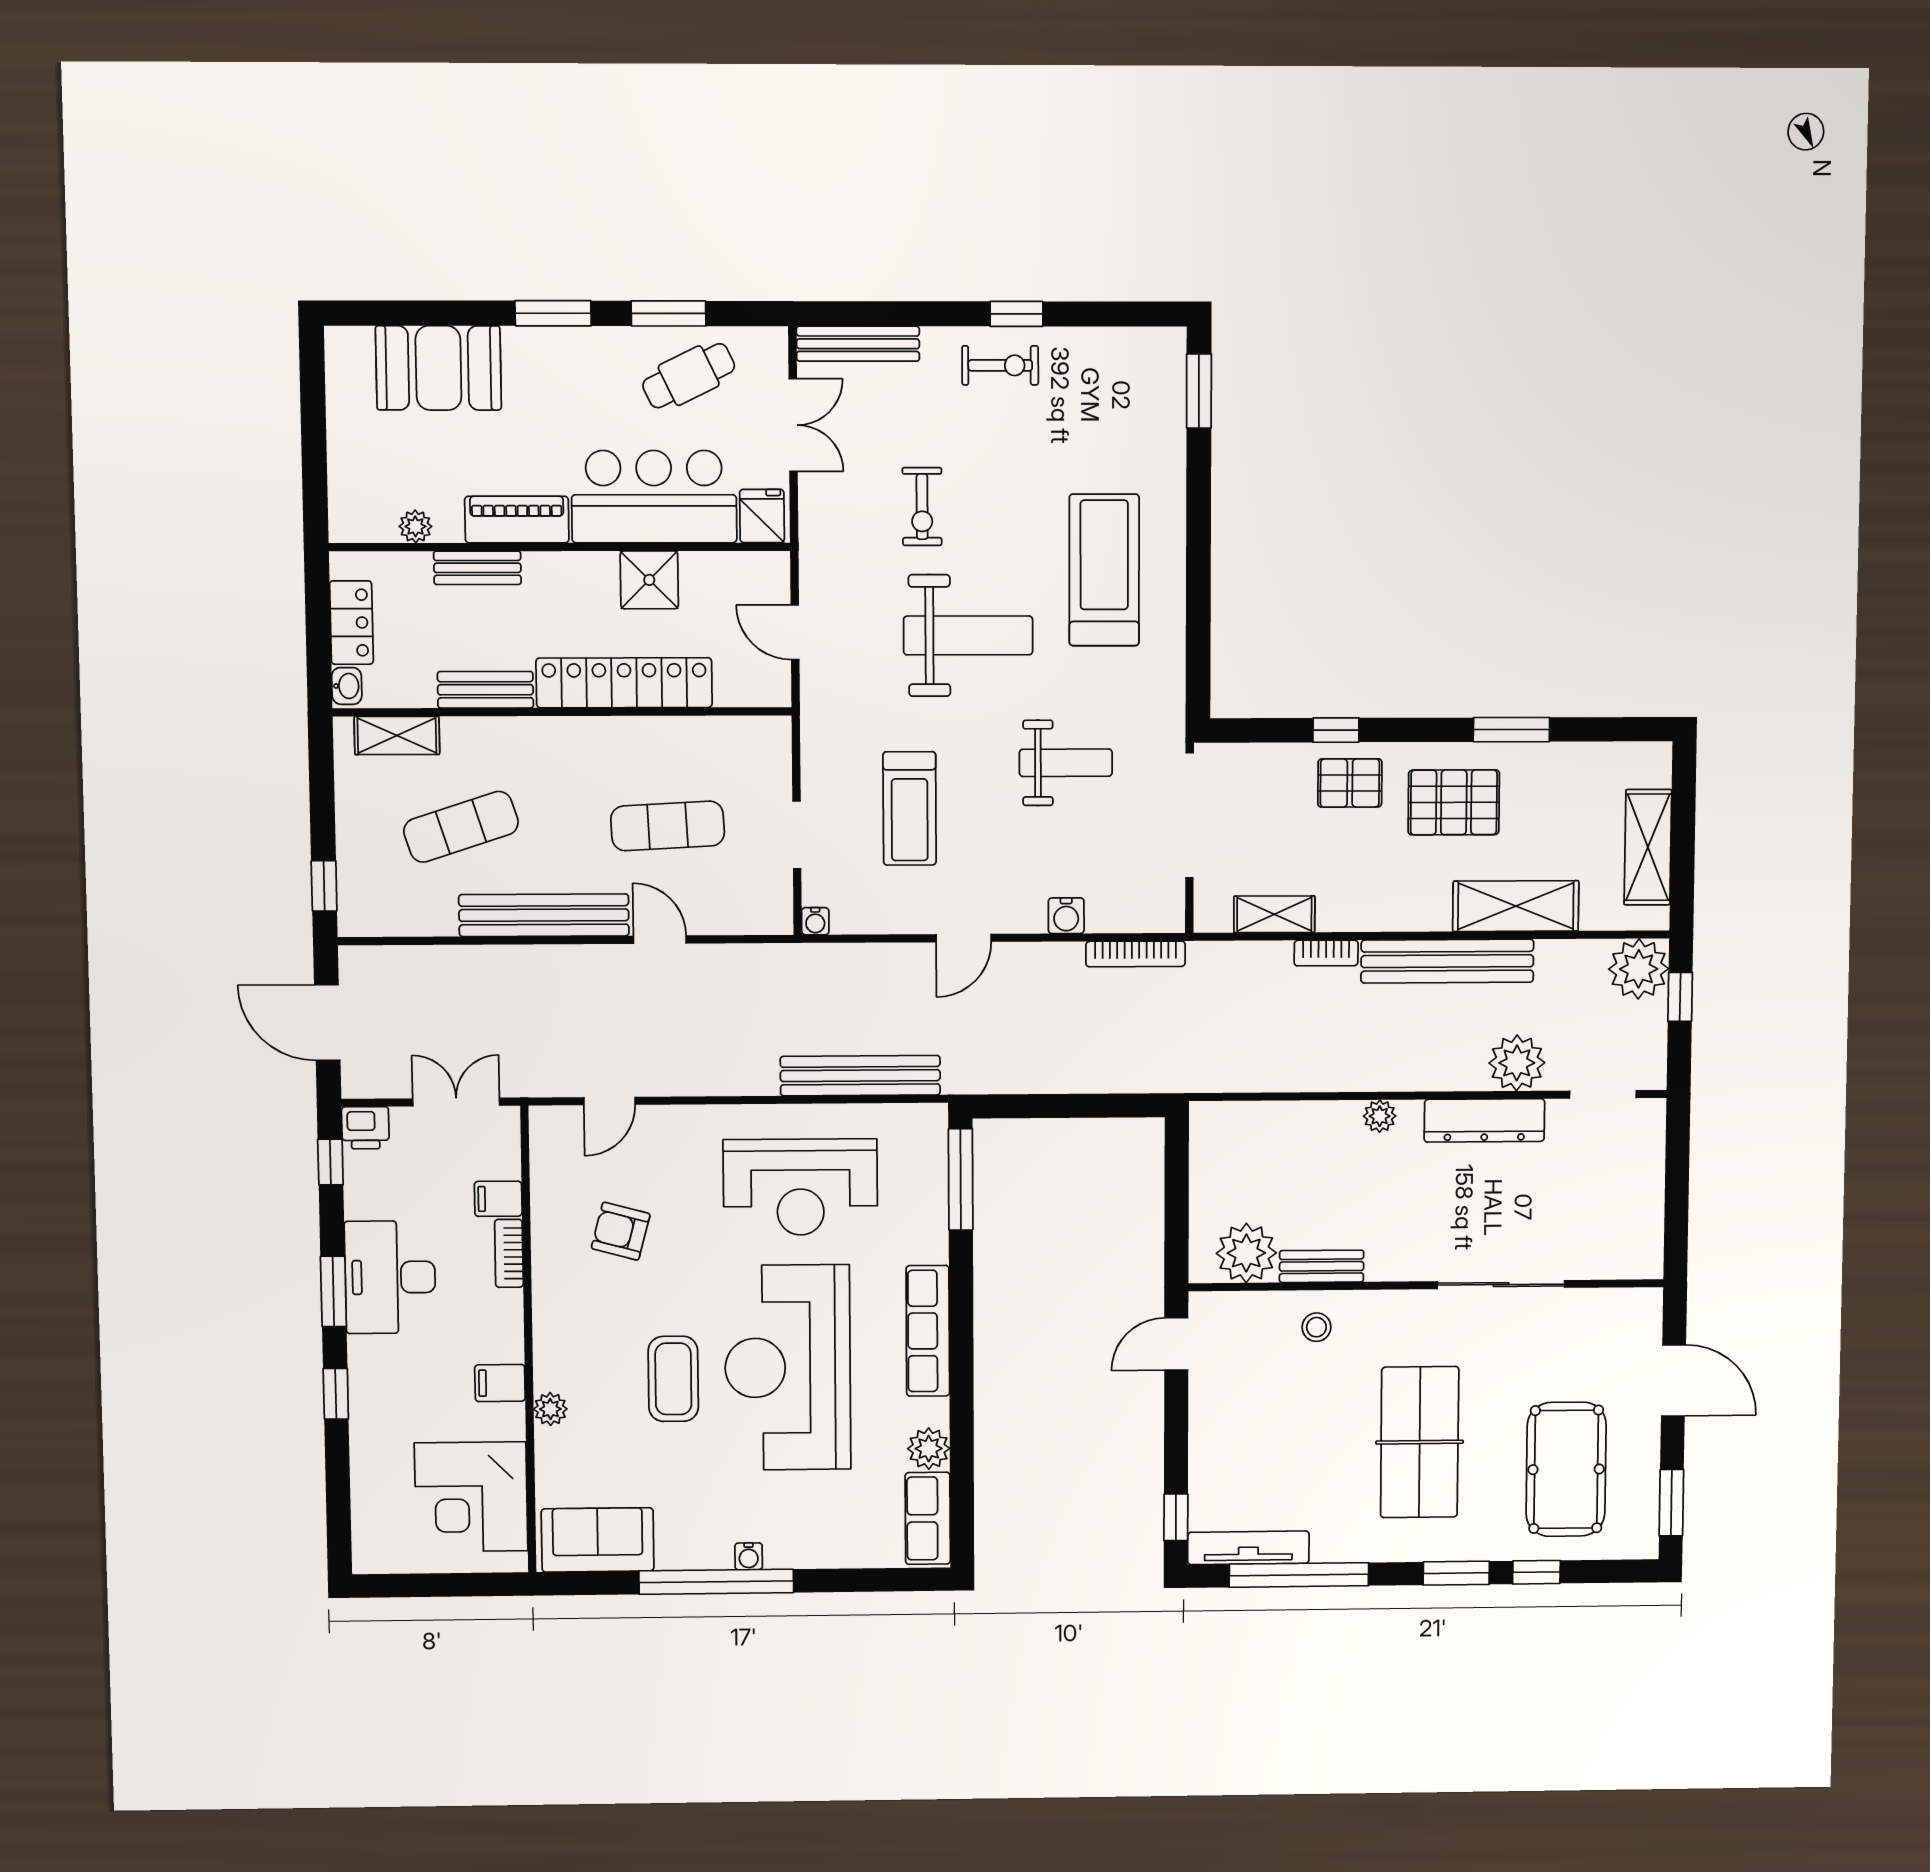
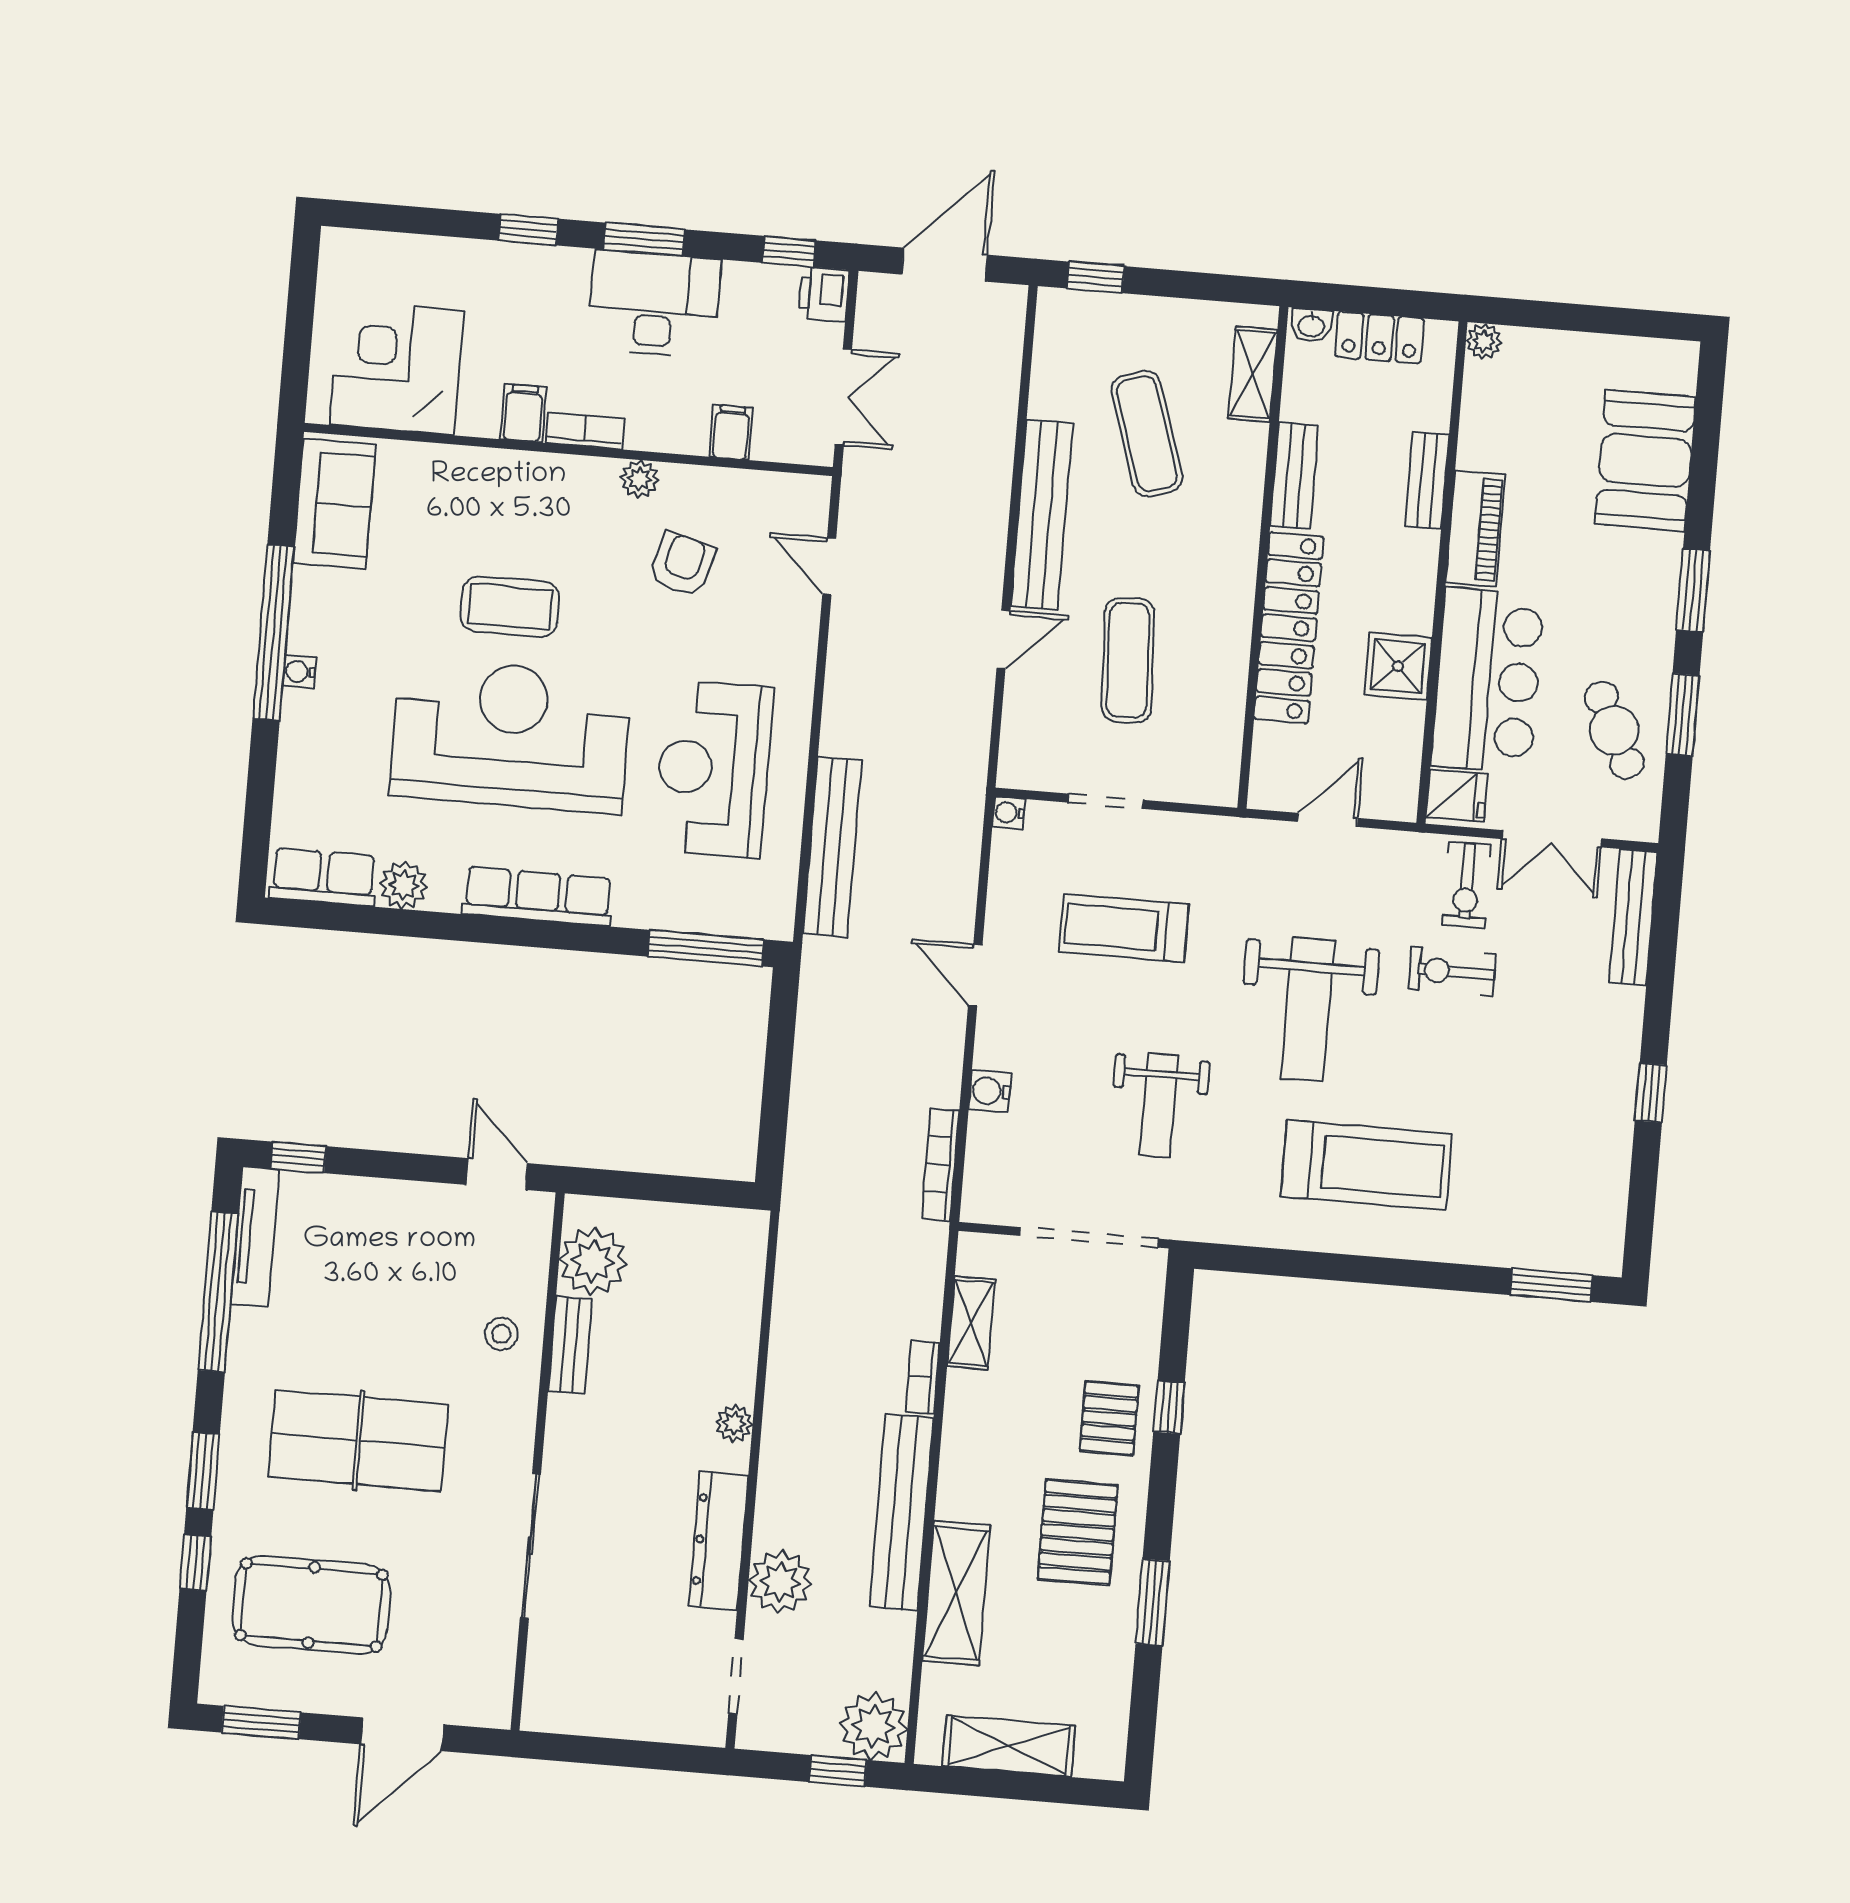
exercise bike: (1000, 365) -> (1467, 885), moved
plant: (415, 526) -> (1484, 341), moved
bookcase: (509, 1253) -> (585, 431), moved
plant: (550, 1409) -> (639, 479), moved

